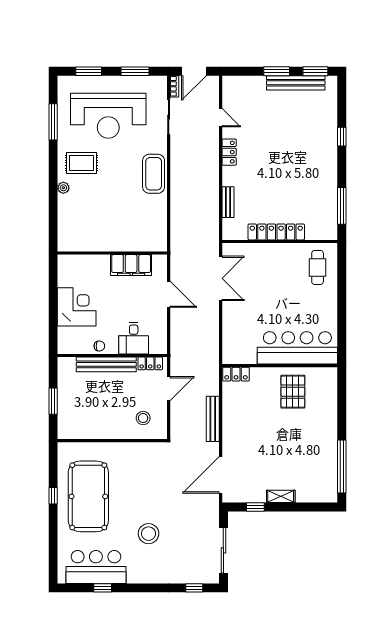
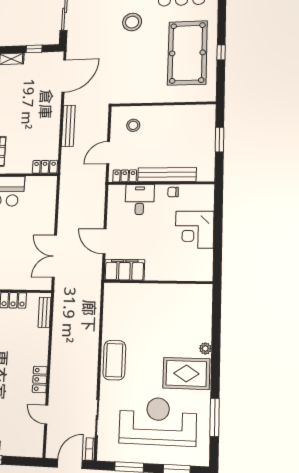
rug: (81, 163) -> (186, 373), width x1.36, depth x1.43
bench: (228, 202) -> (44, 312), moved
filing cabinet: (131, 265) -> (124, 270), moved

